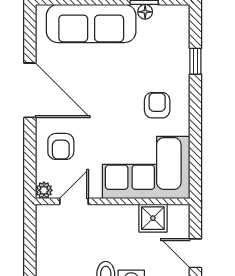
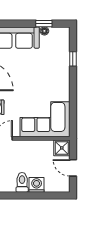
armchair: (157, 105) -> (51, 84), removed
shower: (153, 218) -> (62, 148), moved

